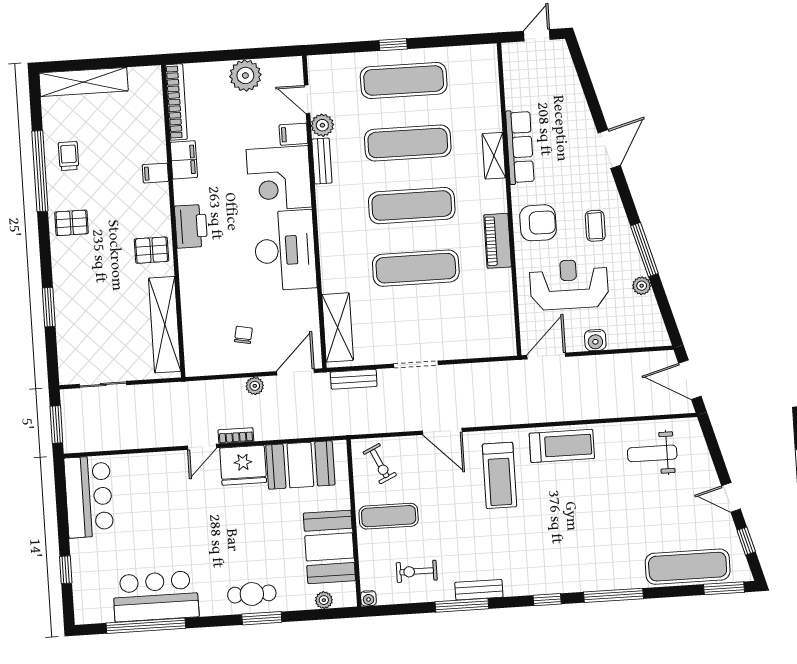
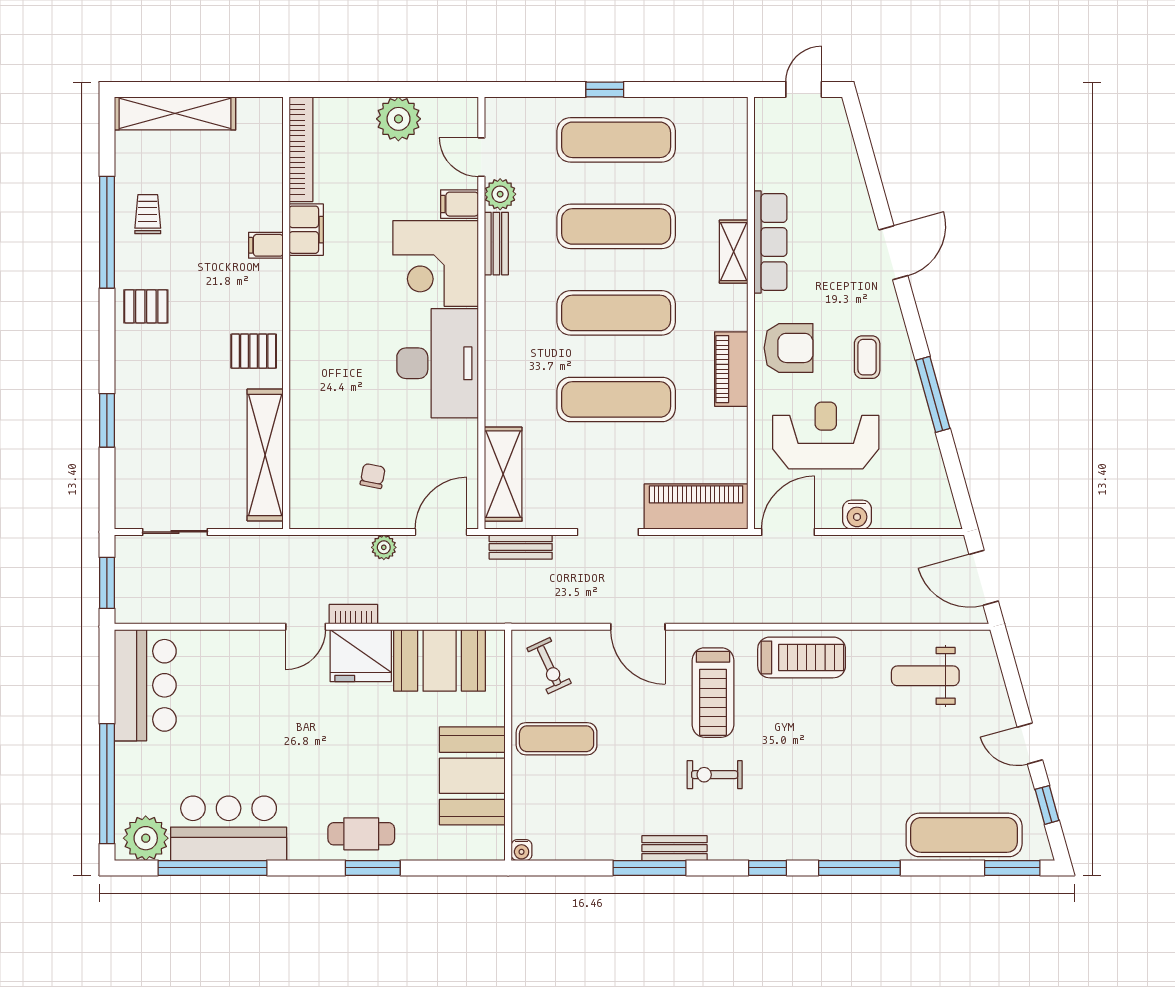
printer: (191, 226) -> (310, 322), removed
plant: (642, 286) -> (926, 444), removed
piano: (479, 342) -> (696, 507), added
window: (66, 570) -> (107, 784), width x3.17
exercise bike: (417, 571) -> (715, 775), moved
plant: (324, 600) -> (146, 838), moved, width x1.88, depth x1.88

